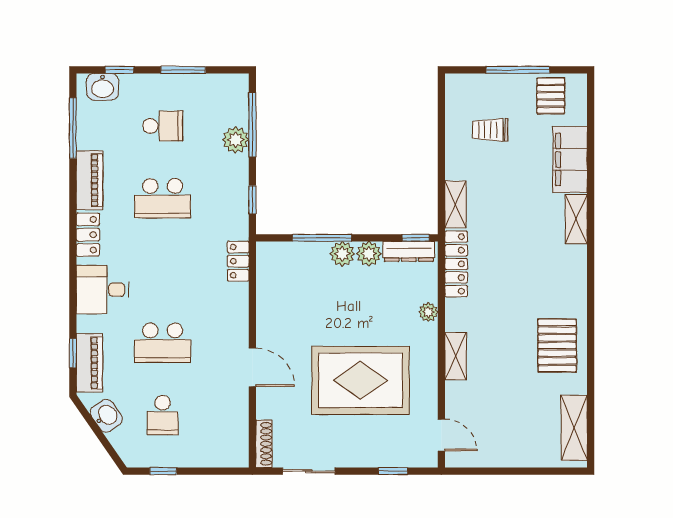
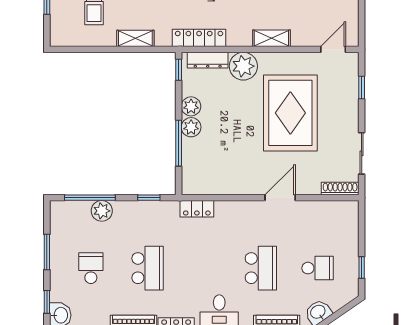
shelving: (456, 204) -> (135, 38), moved
dresser: (409, 251) -> (208, 60), moved, turned 90
plant: (428, 312) -> (243, 66), width x1.87, depth x1.87

